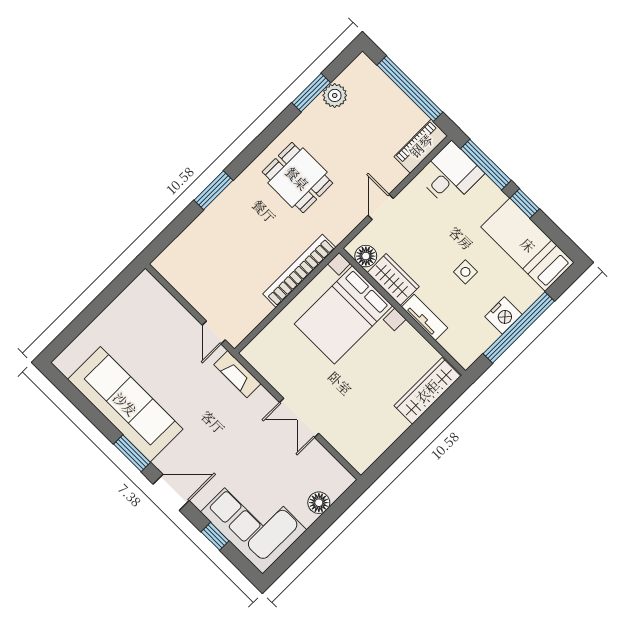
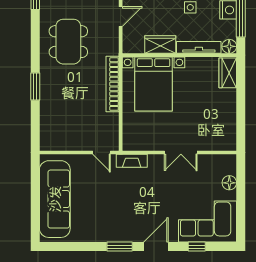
dining table: (297, 178) -> (68, 42), width x1.38
door: (381, 207) -> (121, 17), swing flipped
floor lamp: (366, 256) -> (229, 46), moved
tv unit: (425, 317) -> (199, 47), width x1.41
wardrobe: (427, 391) -> (228, 73), width x0.67
sofa: (125, 404) -> (55, 199), moved, turned 90

